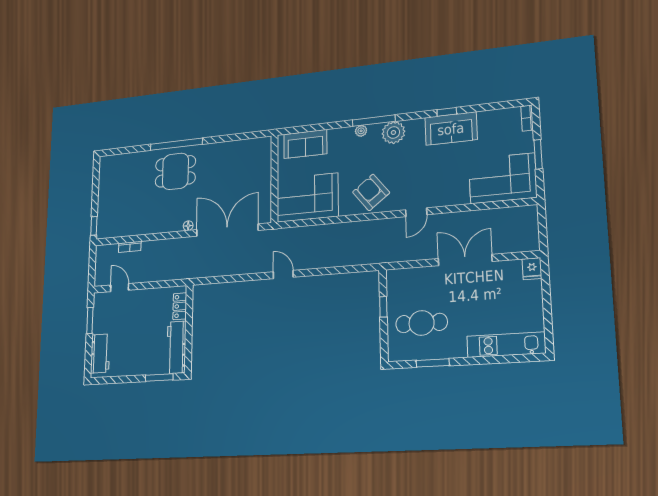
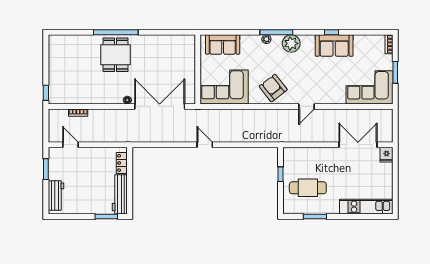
dining table: (175, 171) -> (116, 55), turned 90
double door: (465, 260) -> (358, 145), moved

